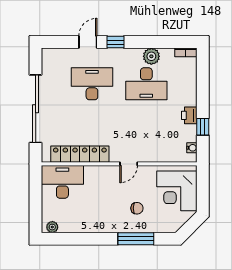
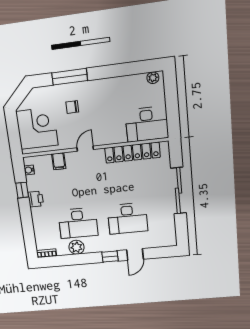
desk: (146, 84) -> (78, 223), turned 180
sliding door: (36, 109) -> (179, 191), width x0.73
filing cabinet: (159, 154) -> (59, 161), added

